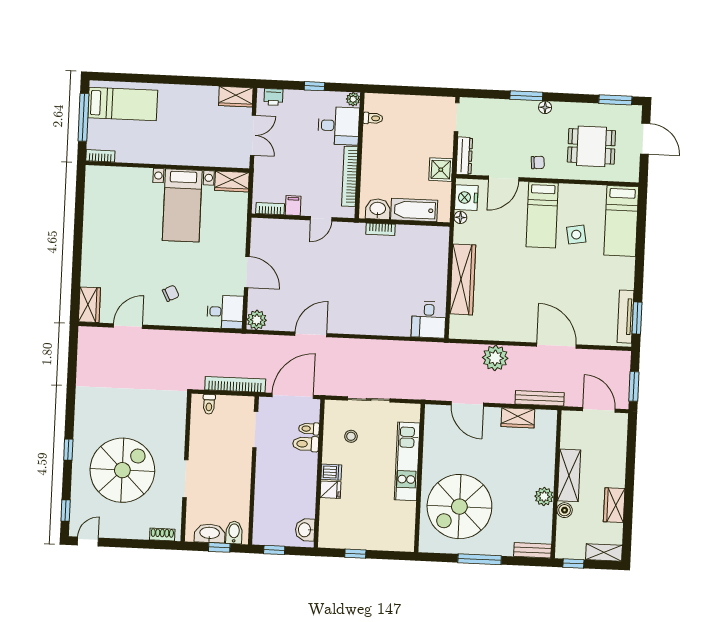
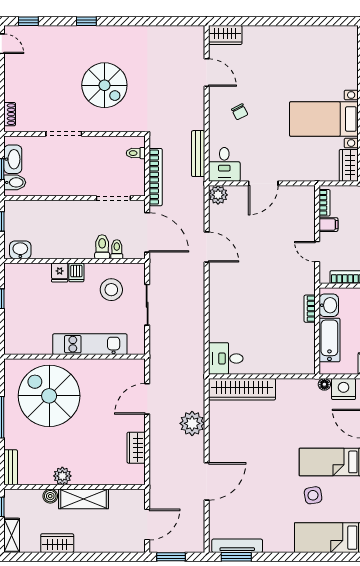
wardrobe: (463, 279) -> (242, 389), moved
bench: (540, 398) -> (198, 154), moved
stool: (351, 436) -> (111, 290), width x1.89, depth x1.89
spiral stairs: (122, 470) -> (104, 85), moved, width x0.73, depth x0.73

